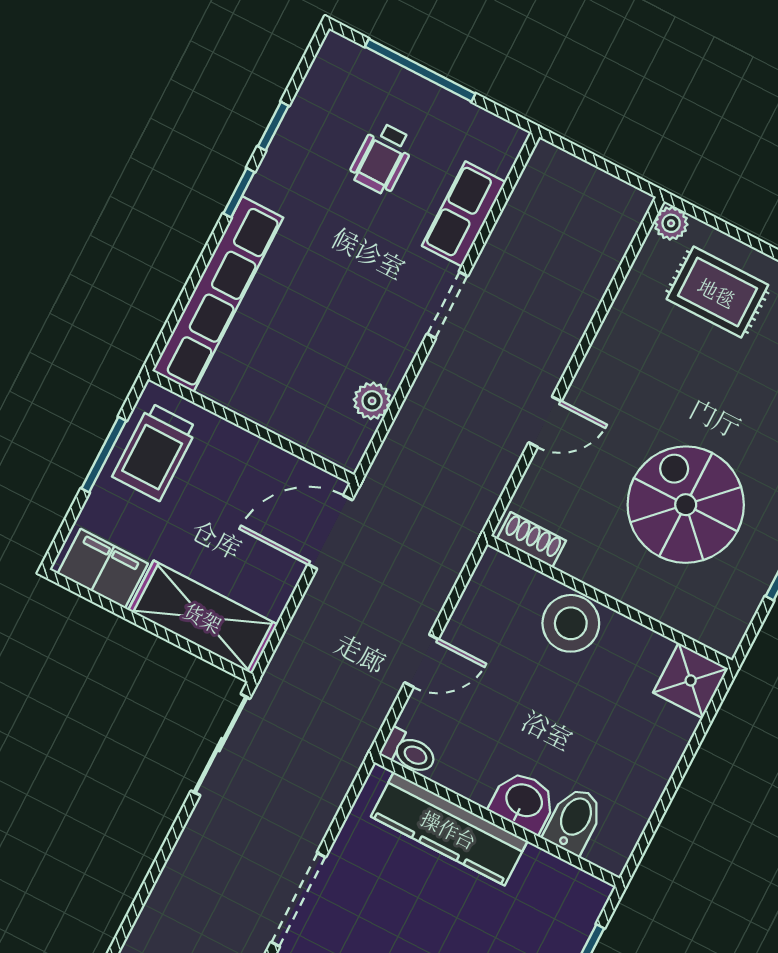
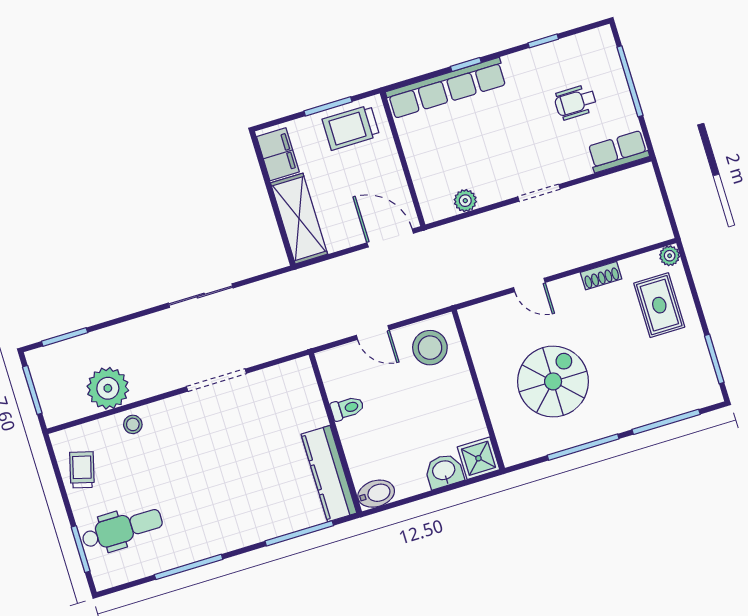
window: (239, 193) -> (466, 64), moved
row of seats: (464, 214) -> (618, 151), moved
shoe rack: (531, 540) -> (601, 276), moved, turned 90
stool: (571, 623) -> (430, 348), moved
sliding door: (220, 745) -> (201, 296), moved
toilet: (409, 752) -> (347, 408), moved, turned -90
washbasin: (523, 802) -> (444, 471), moved, turned -90
bidet: (574, 820) -> (376, 494), moved
kitchen counter: (449, 829) -> (329, 474), moved

